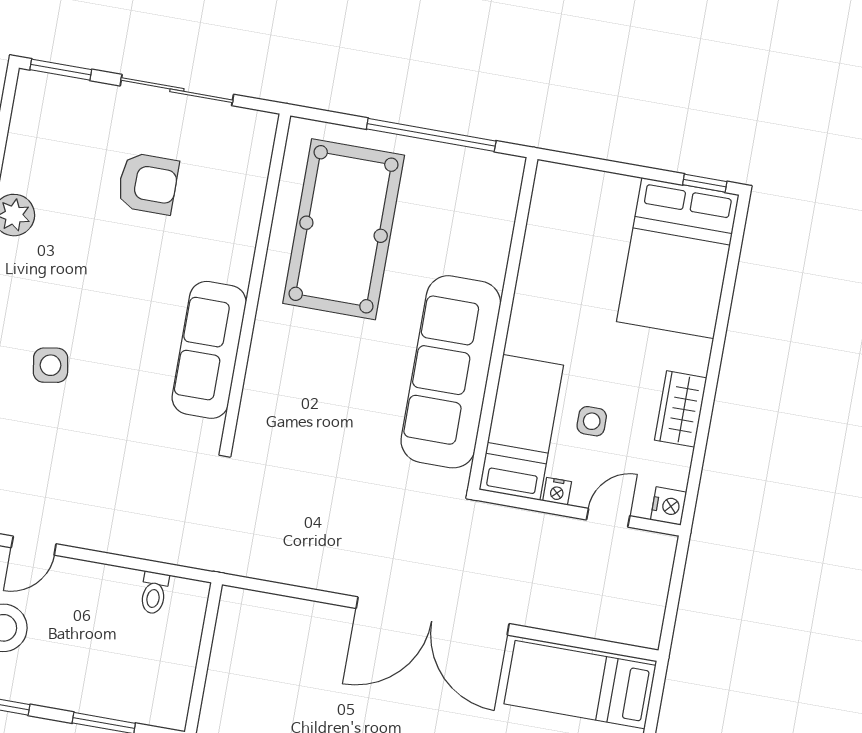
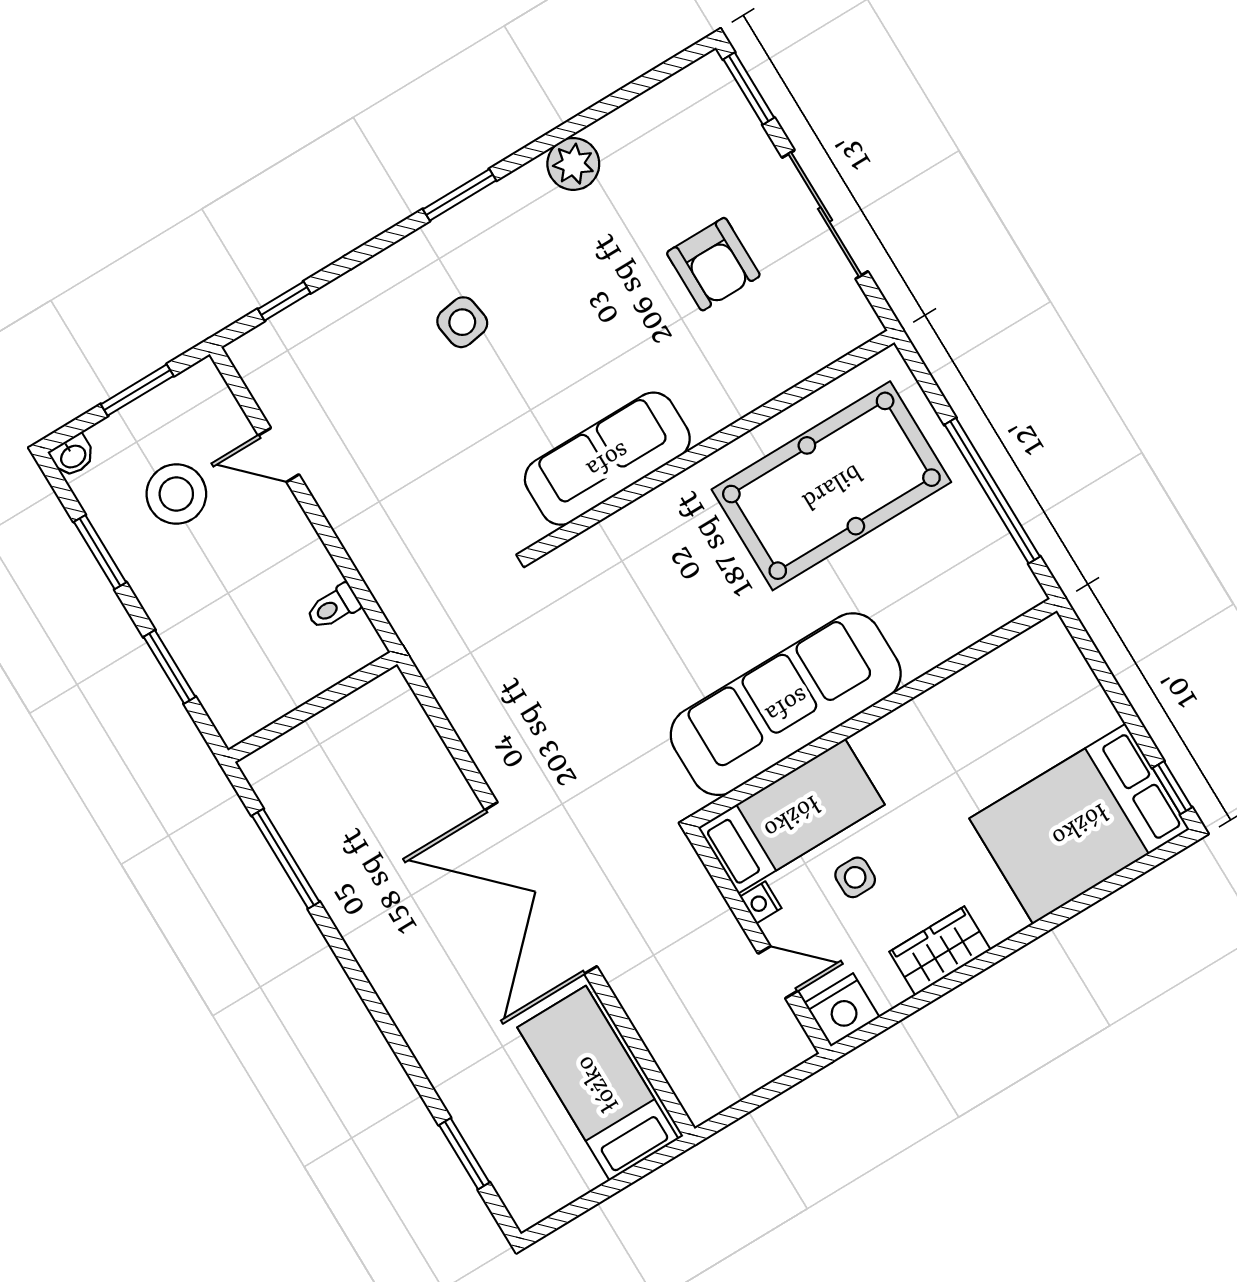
nightstand: (668, 506) -> (842, 1010), width x1.36, depth x1.33

